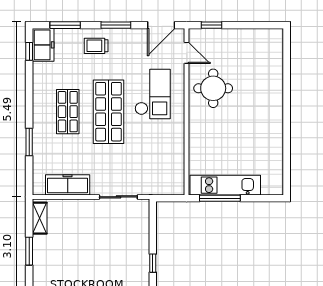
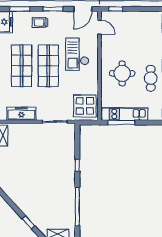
round table: (213, 88) -> (122, 73), moved
checkout: (153, 94) -> (77, 54), turned 180
shop shelf: (68, 112) -> (22, 66), width x1.43, depth x1.36
cafe table: (264, 131) -> (151, 78), added
display table: (164, 173) -> (85, 106), added

